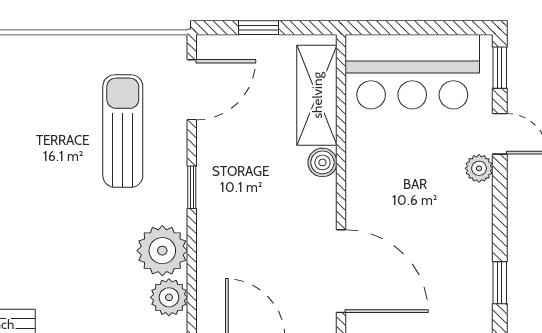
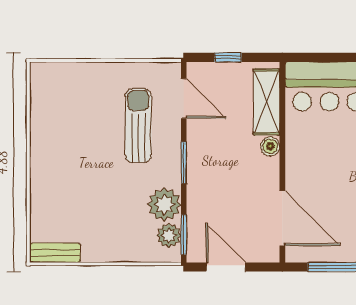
door: (192, 90) -> (184, 98), hinge flipped
window: (192, 187) -> (184, 163), width x1.50
window: (192, 297) -> (184, 235), added

